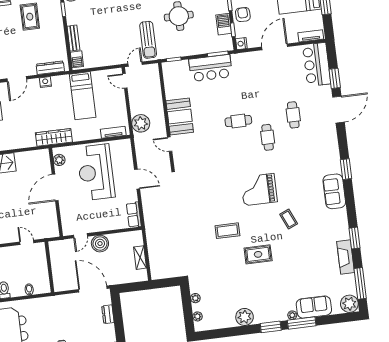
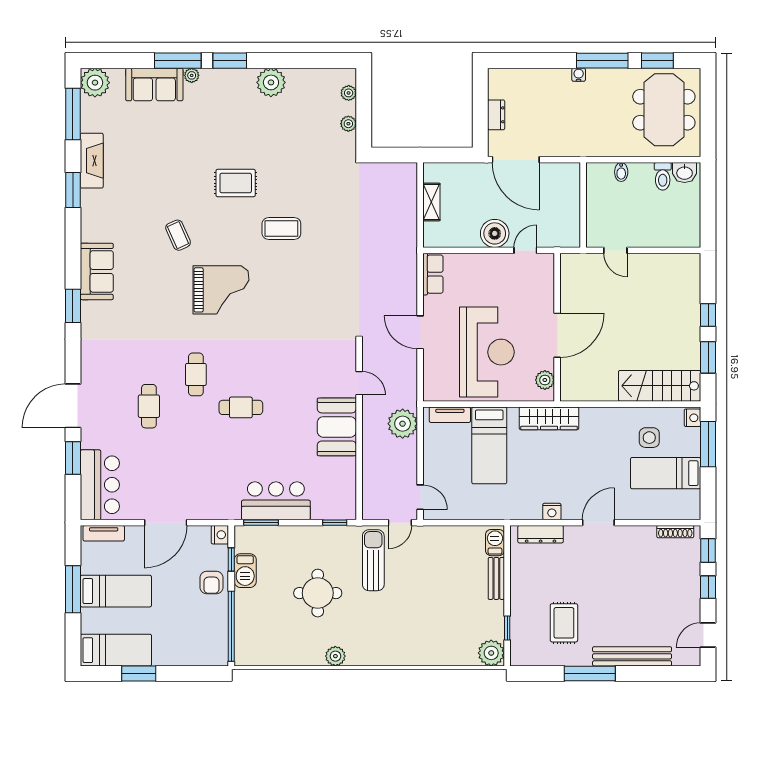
bed: (83, 96) -> (489, 445), moved, turned 180

